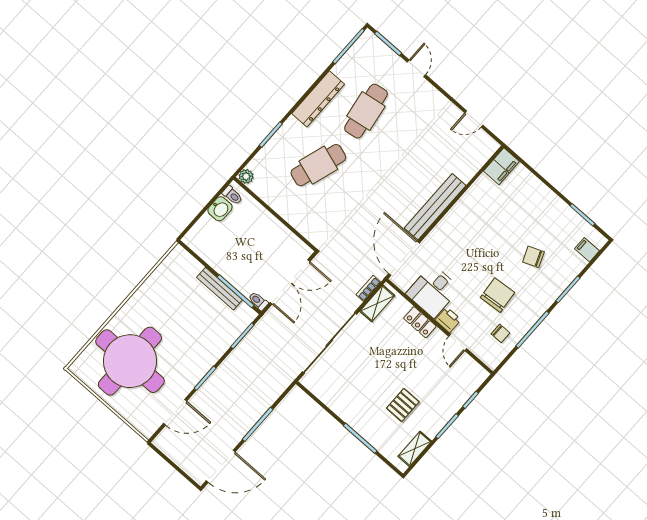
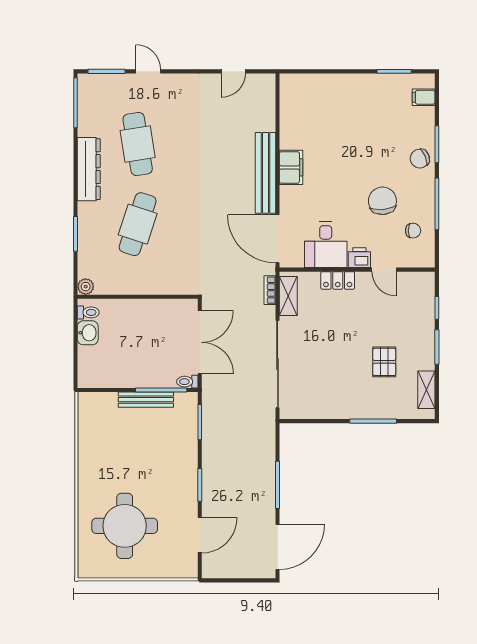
filing cabinet: (501, 166) -> (291, 167), moved
chair: (533, 257) -> (420, 159), moved
round table: (130, 361) -> (125, 526), width x0.73, depth x0.73

